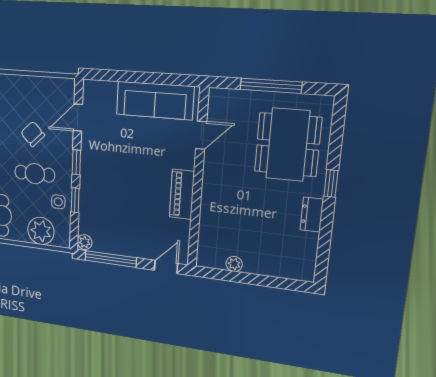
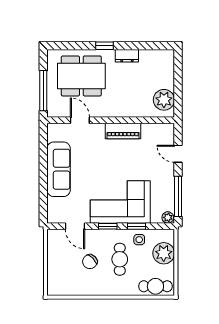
door: (201, 135) -> (80, 120), moved
wall: (198, 179) -> (111, 120), moved
corner sofa: (107, 182) -> (120, 202), added
piano: (182, 194) -> (123, 131), moved
plant: (234, 264) -> (164, 100), width x1.88, depth x1.88

